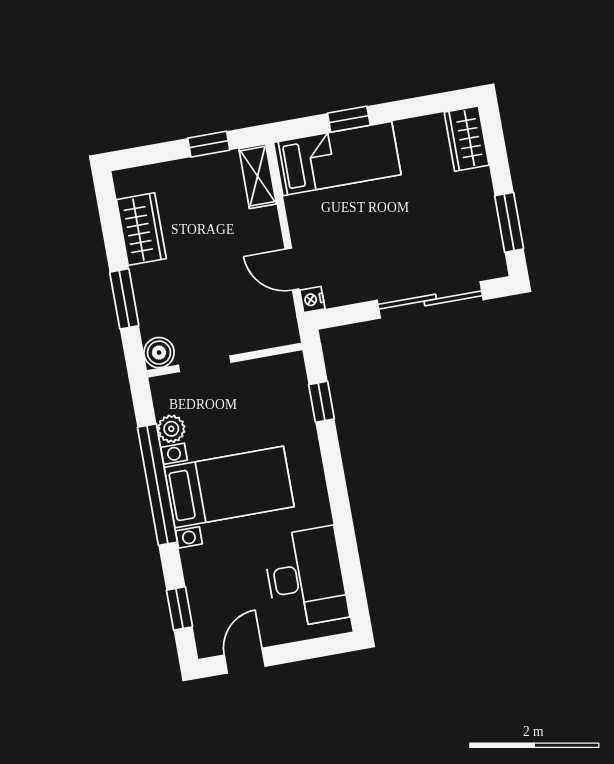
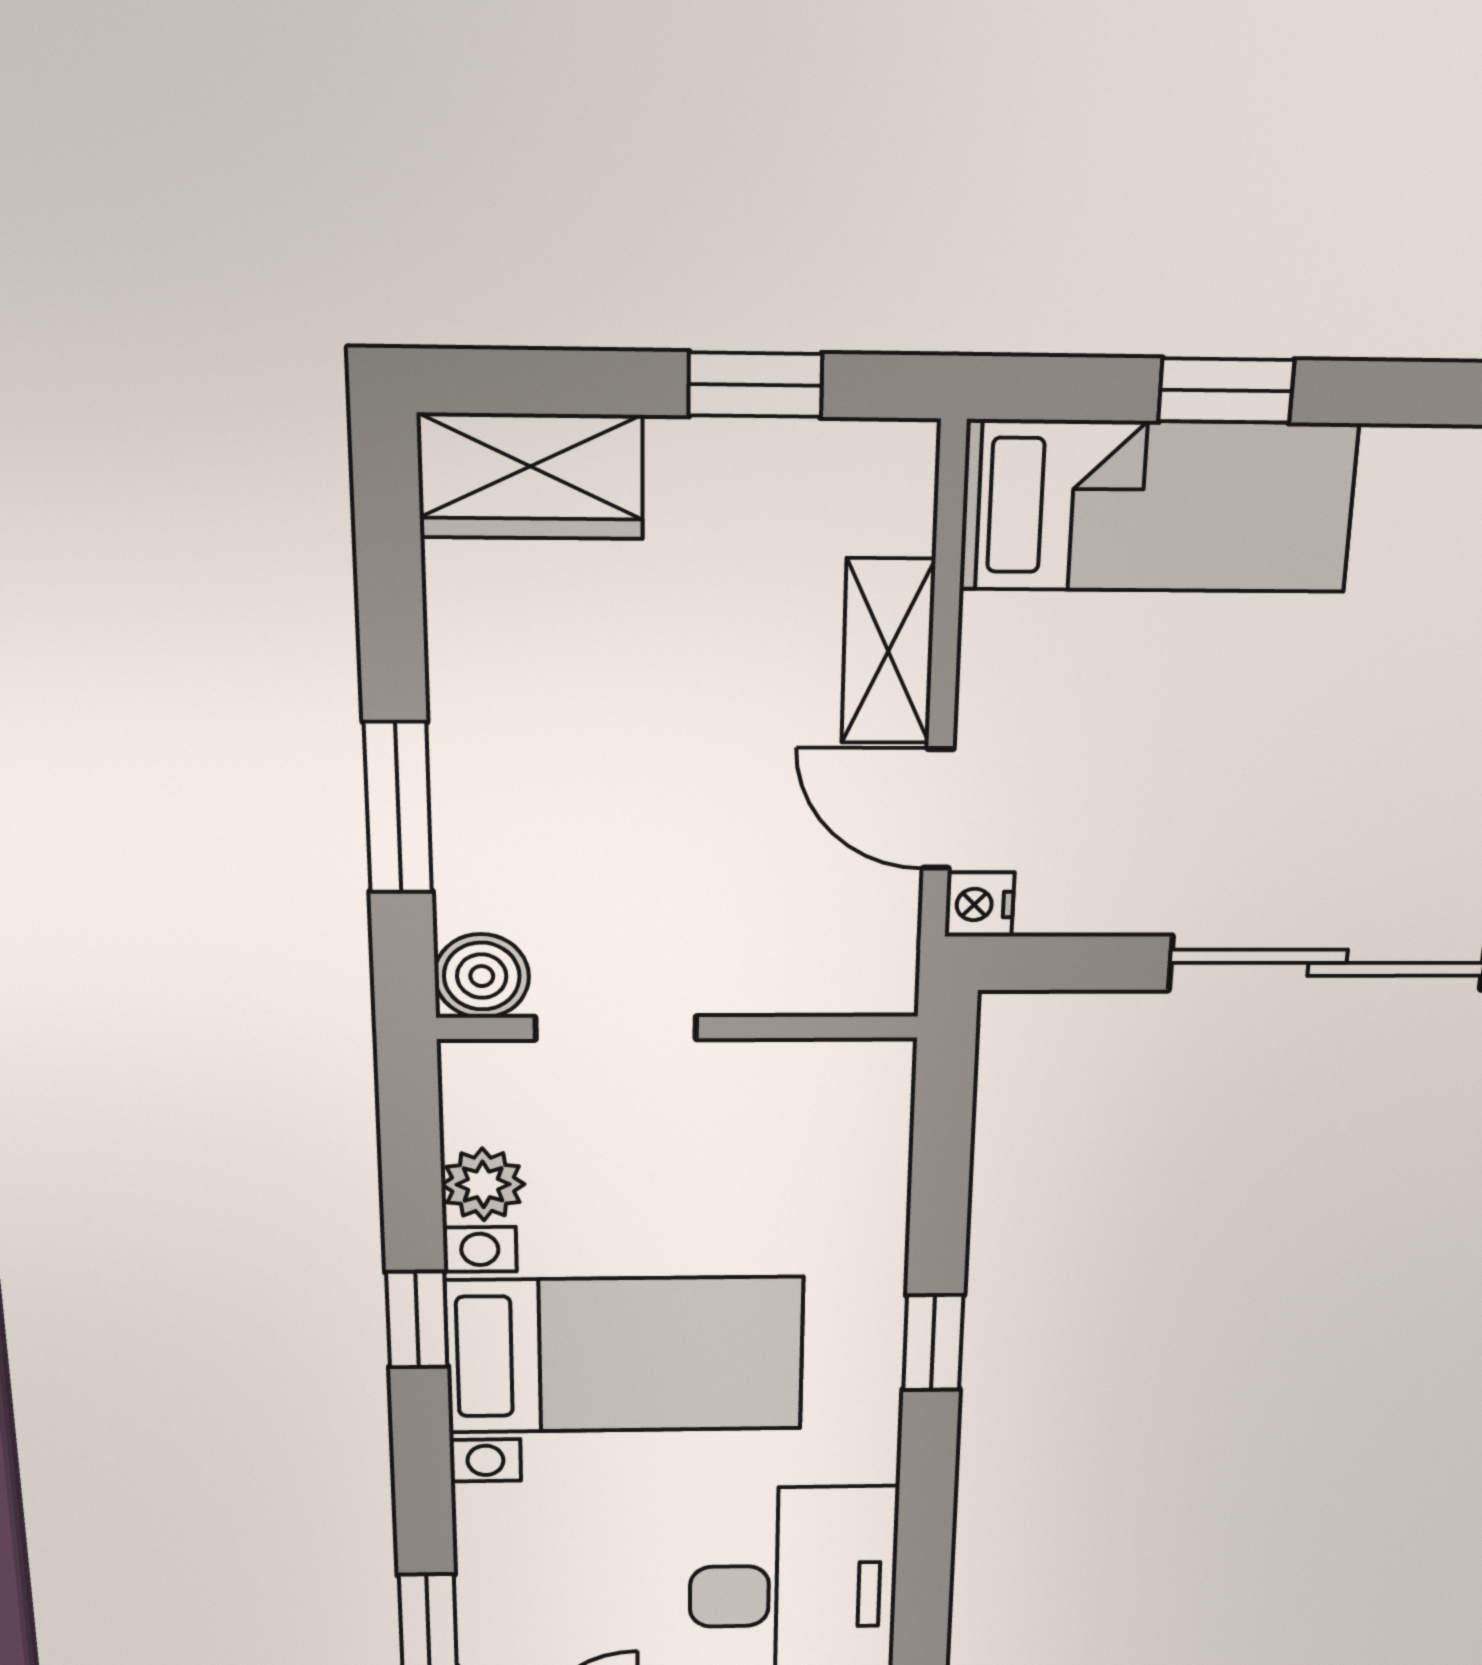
shelving: (258, 176) -> (888, 651), moved
wardrobe: (141, 229) -> (531, 476), moved, turned 90
window: (322, 402) -> (933, 1343), moved
window: (157, 485) -> (417, 1320), width x0.32

